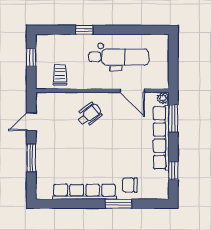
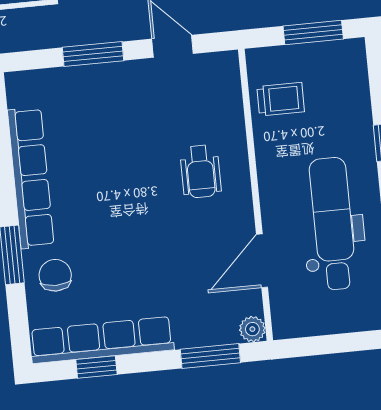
window: (31, 57) -> (313, 32), width x1.50
dental chair: (119, 57) -> (333, 224), turned 180
wheelchair: (89, 115) -> (201, 171), turned 38
row of seats: (161, 138) -> (102, 340), moved

